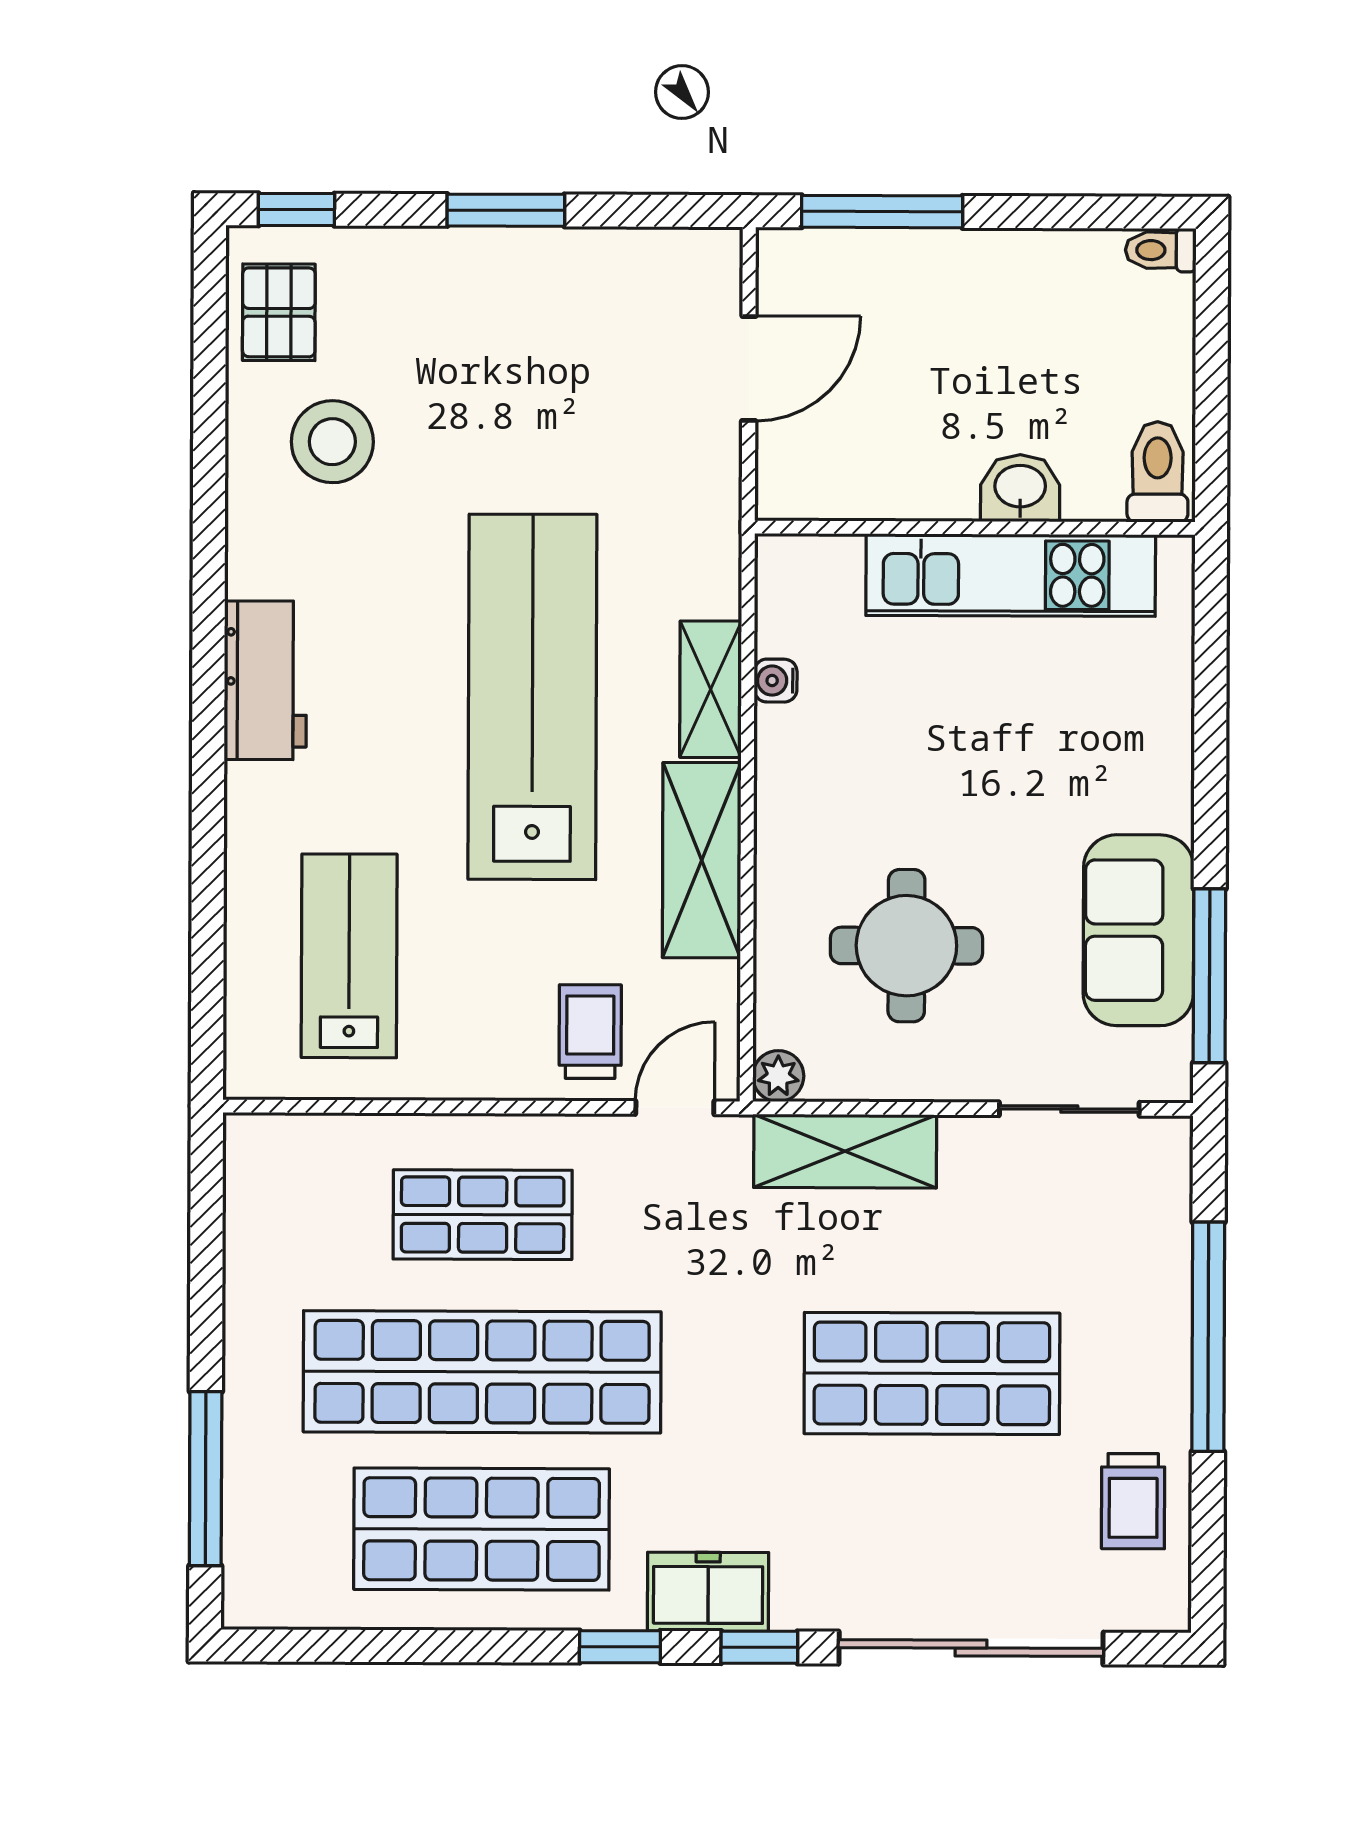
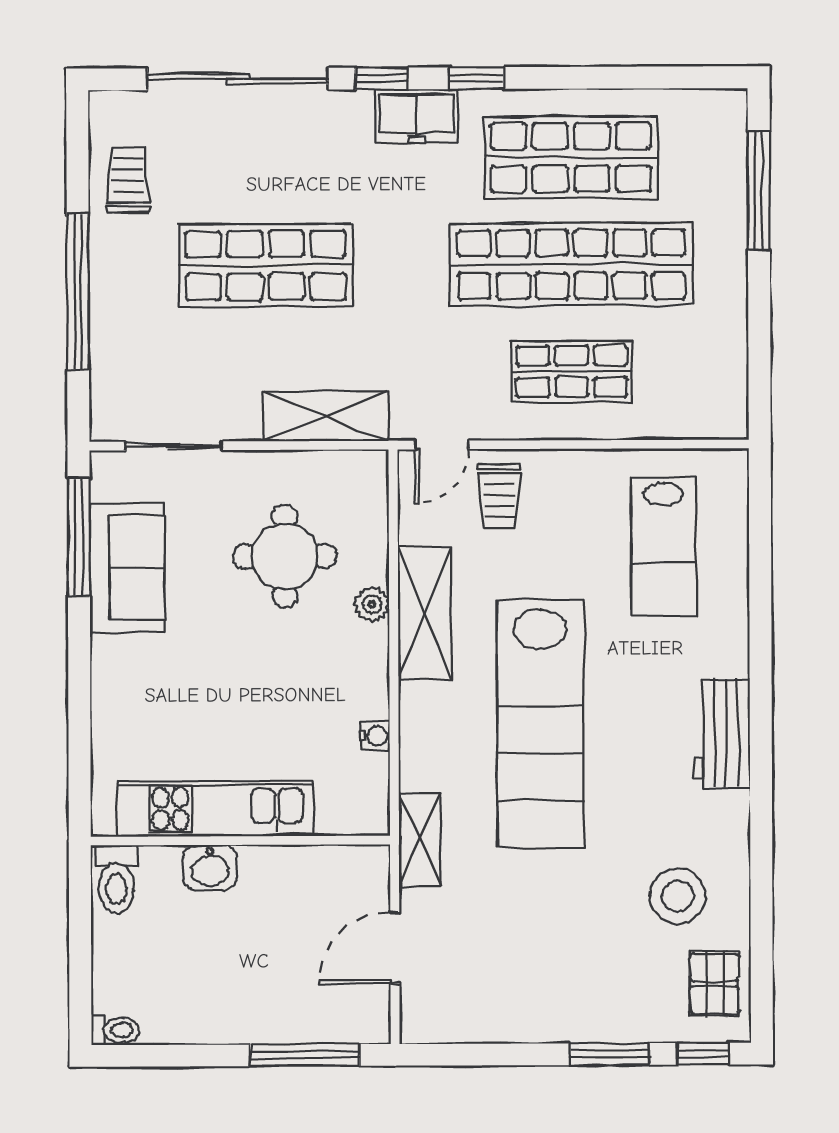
window: (506, 210) -> (609, 1054), moved
shelving: (711, 689) -> (420, 840), moved
plant: (778, 1076) -> (372, 604), moved

